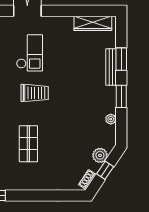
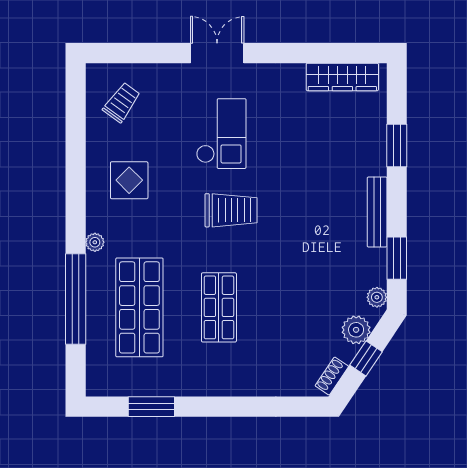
bench: (111, 67) -> (377, 212), moved
window: (121, 96) -> (397, 258), moved
plant: (111, 119) -> (377, 297), moved

